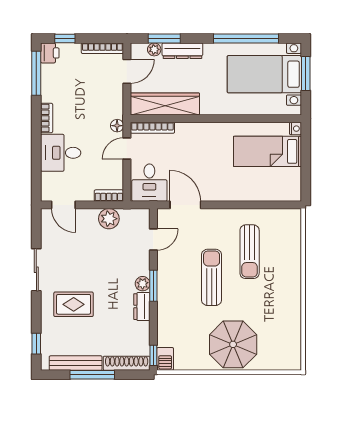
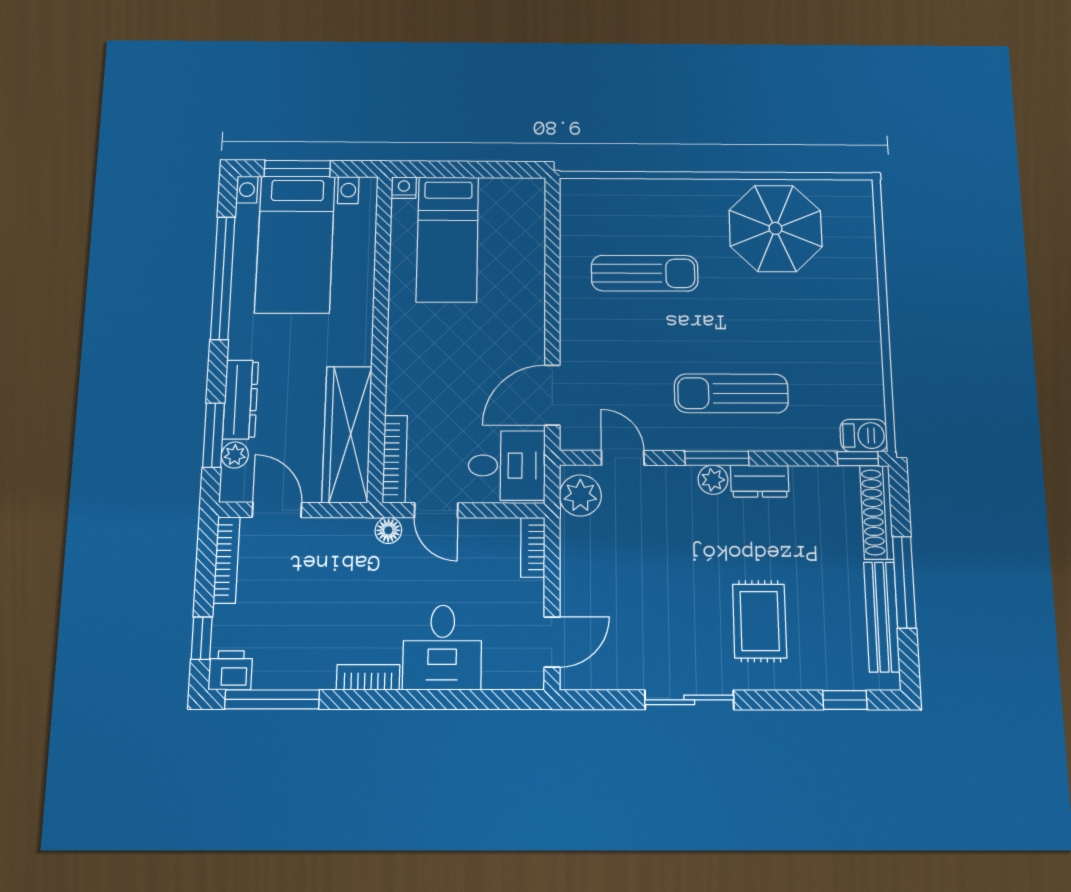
plant: (109, 219) -> (580, 495), moved
sun lounger: (212, 277) -> (731, 393), moved
parasol: (233, 344) -> (775, 228), moved

